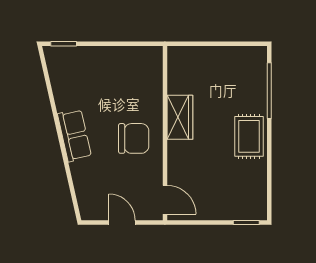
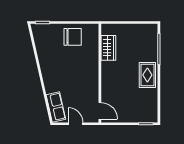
wardrobe: (180, 117) -> (108, 48), moved
row of seats: (74, 135) -> (56, 107), moved
chair: (134, 138) -> (73, 37), moved

